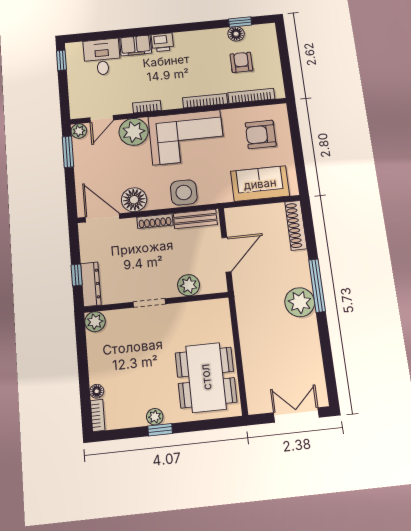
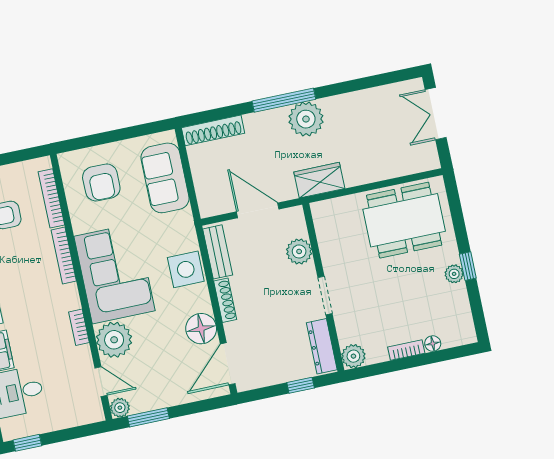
dresser: (91, 284) -> (322, 346), moved, turned -90
wardrobe: (247, 308) -> (319, 180), added
bookcase: (98, 415) -> (406, 350), moved

